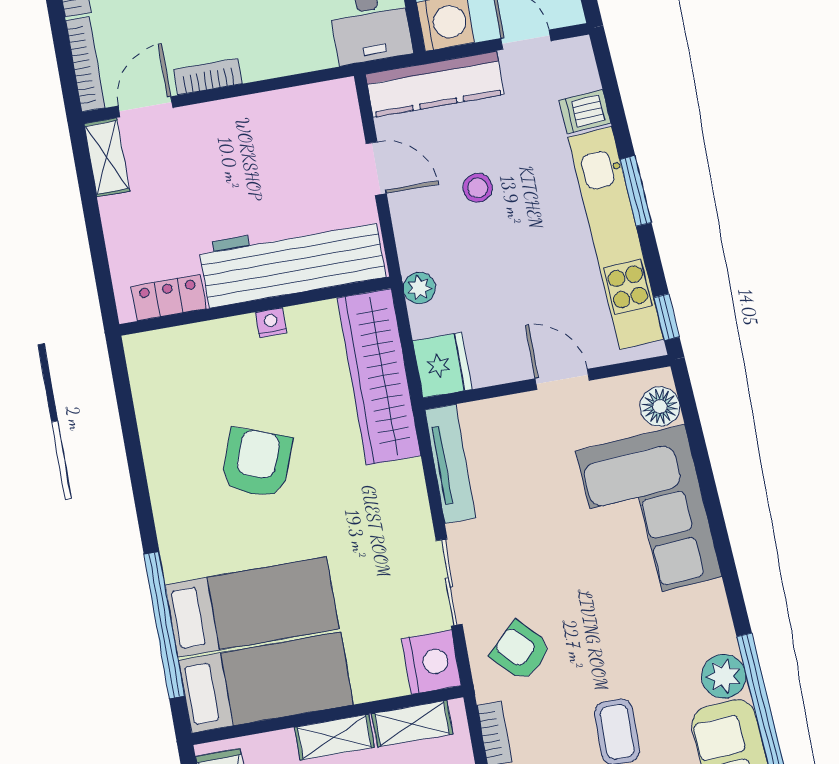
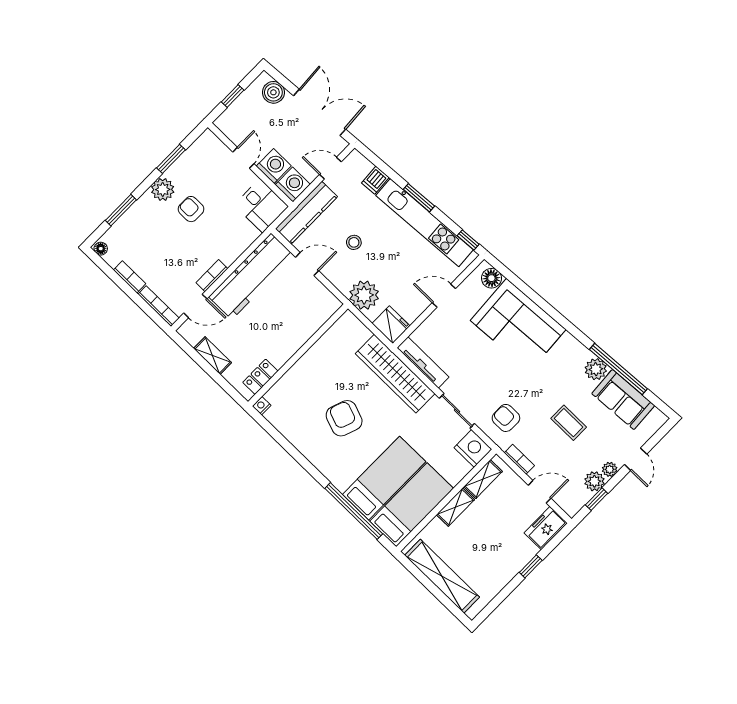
door: (146, 107) -> (195, 306), swing flipped
shelving: (107, 157) -> (213, 356), moved
workbench: (292, 261) -> (251, 276), moved, turned 180
plant: (419, 288) -> (364, 295), width x1.88, depth x1.88
nightstand: (271, 323) -> (262, 406), moved
wardrobe: (379, 377) -> (395, 374), moved
armchair: (521, 651) -> (506, 418), turned 44

